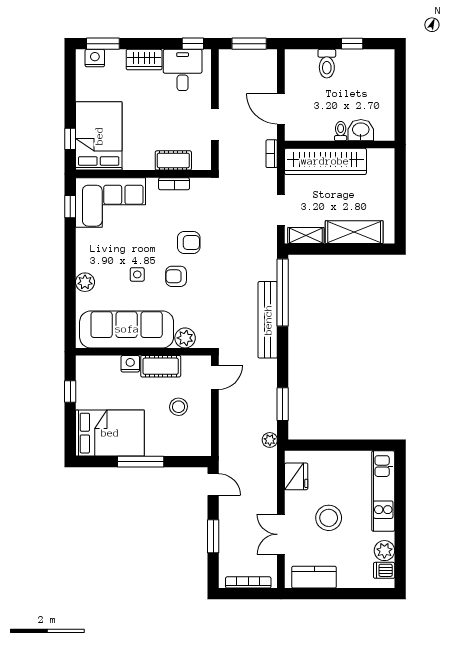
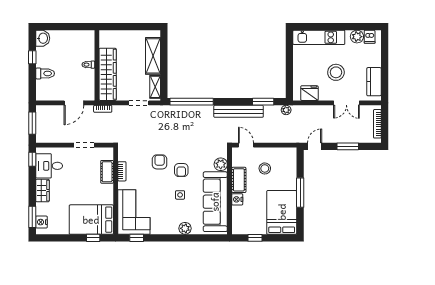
washbasin: (361, 130) -> (43, 38), moved, turned 180
bench: (268, 320) -> (239, 111), moved

